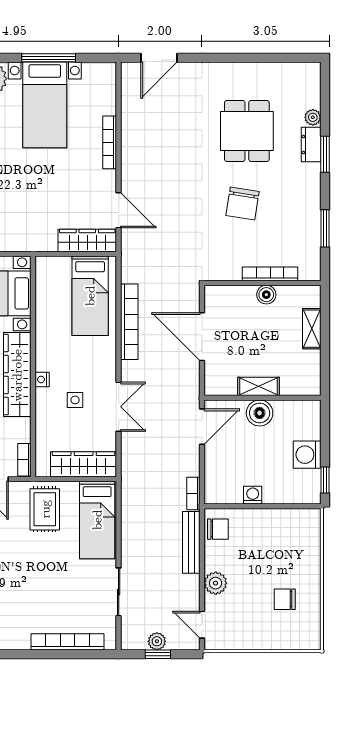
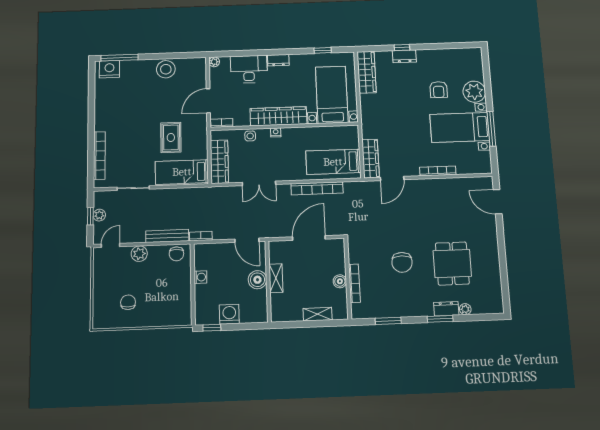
dining table: (247, 131) -> (452, 263), turned 90
chair: (243, 204) -> (402, 262), turned -99
side table: (75, 400) -> (250, 136), moved
rug: (45, 509) -> (171, 138), moved, turned 90

